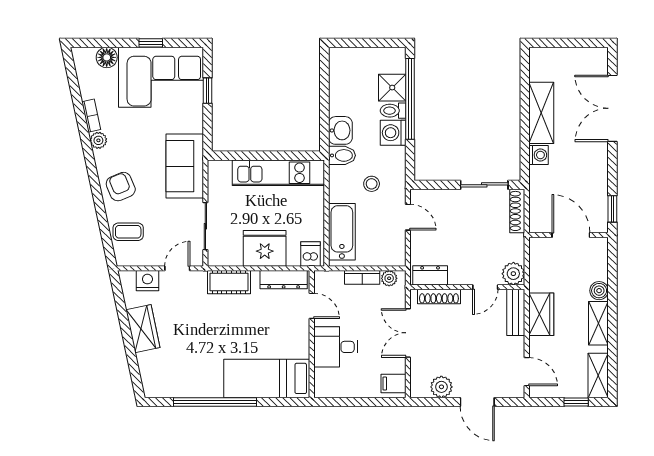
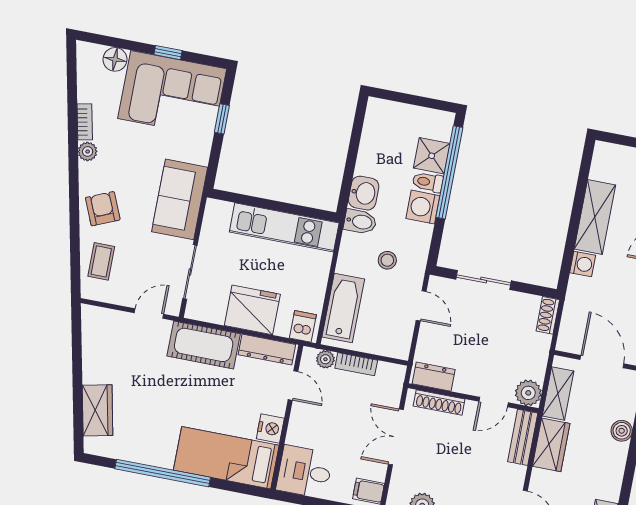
sliding door: (484, 185) -> (484, 280), moved
shoe rack: (517, 211) -> (548, 315), width x0.70
coffee table: (128, 232) -> (101, 261), turned 90
plant: (389, 278) -> (325, 359), moved
nightstand: (147, 281) -> (270, 428), moved, turned 90
cot: (229, 282) -> (204, 345), width x1.37, depth x1.34
shelving: (598, 323) -> (558, 393), moved
wardrobe: (143, 329) -> (97, 410), moved
desk: (336, 347) -> (305, 472), moved

